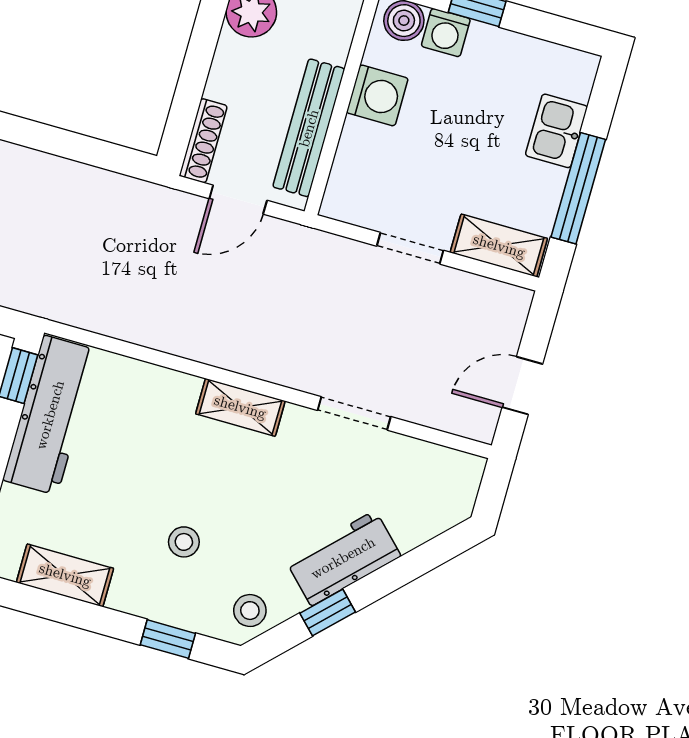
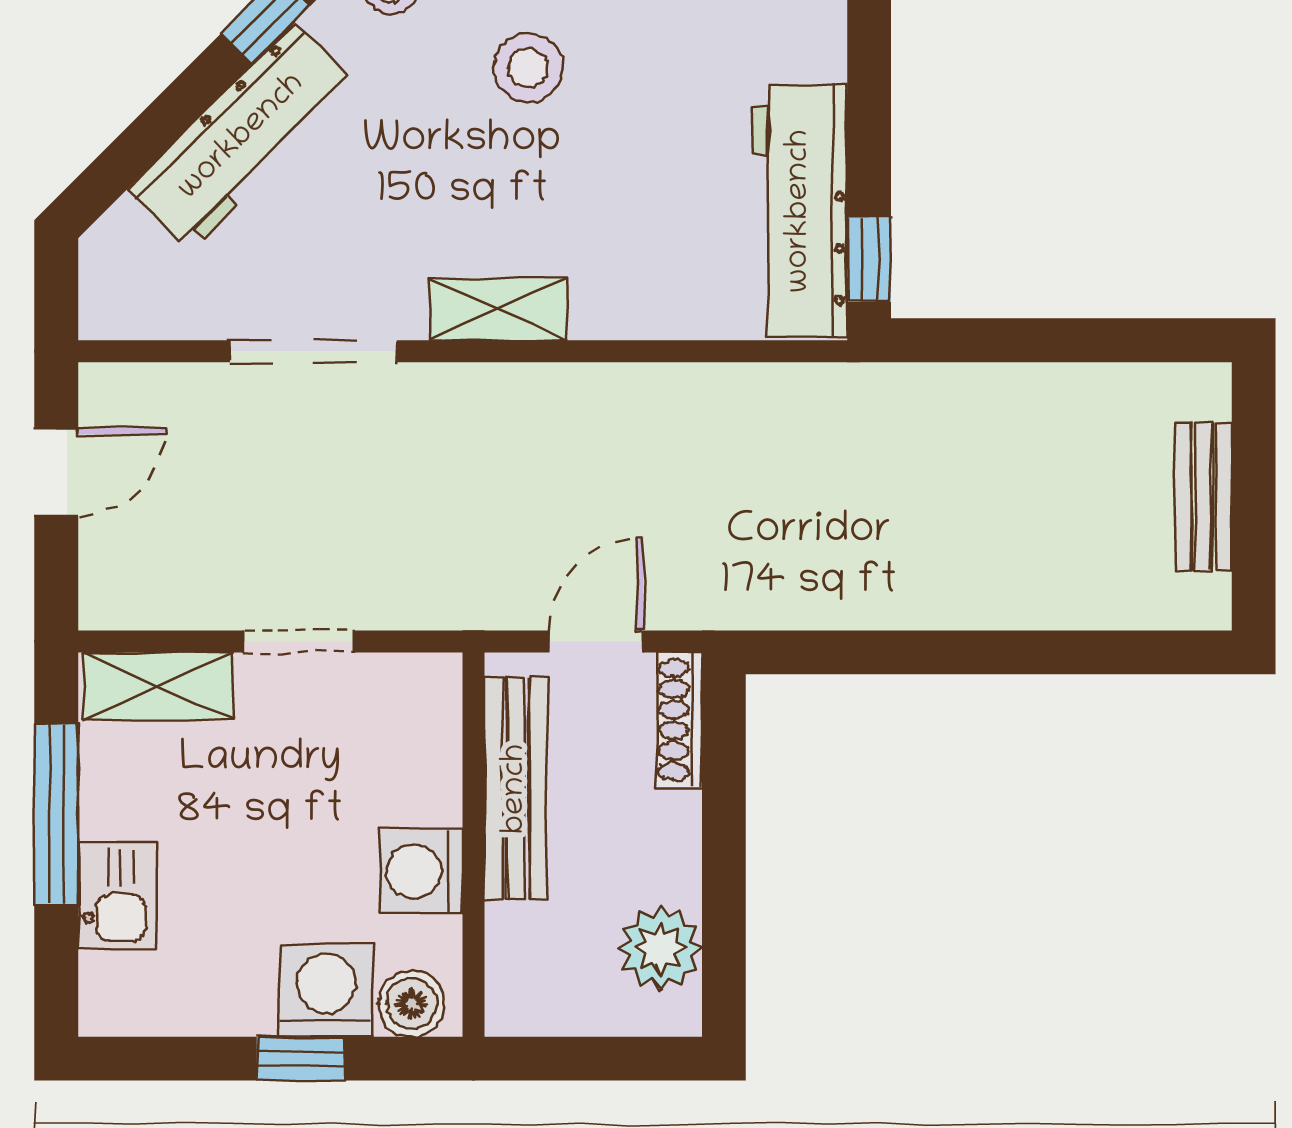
washing machine: (446, 33) -> (327, 991), width x1.38, depth x1.38
doorway: (354, 413) -> (313, 351), width x1.38
stool: (184, 542) -> (528, 68), width x1.37, depth x1.37
workbench: (343, 558) -> (242, 137), width x1.38

